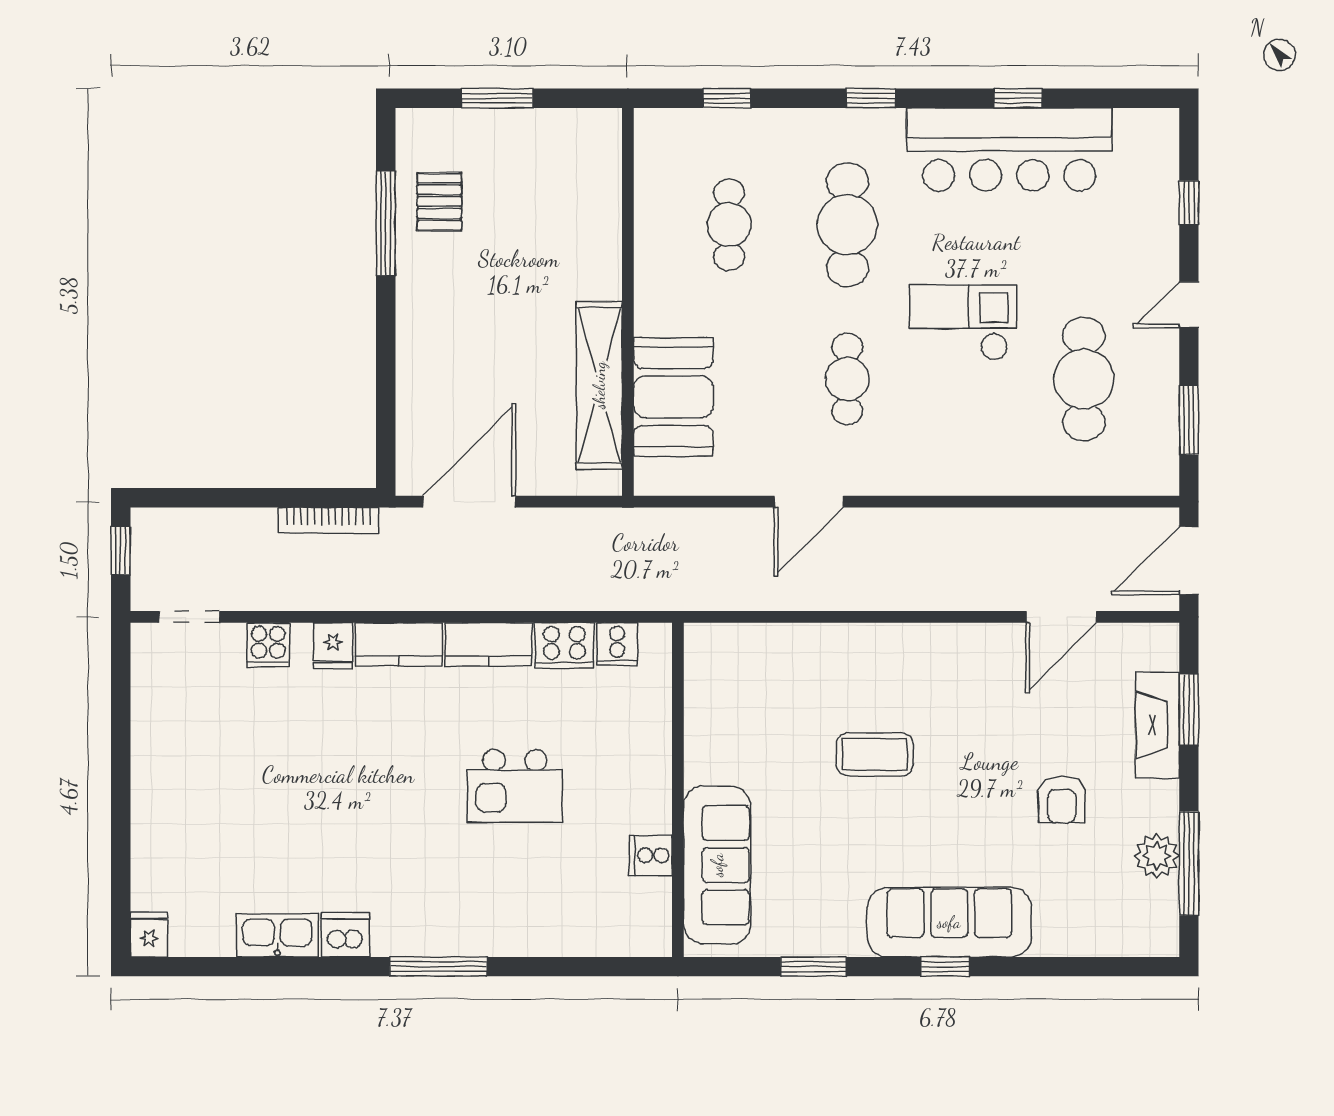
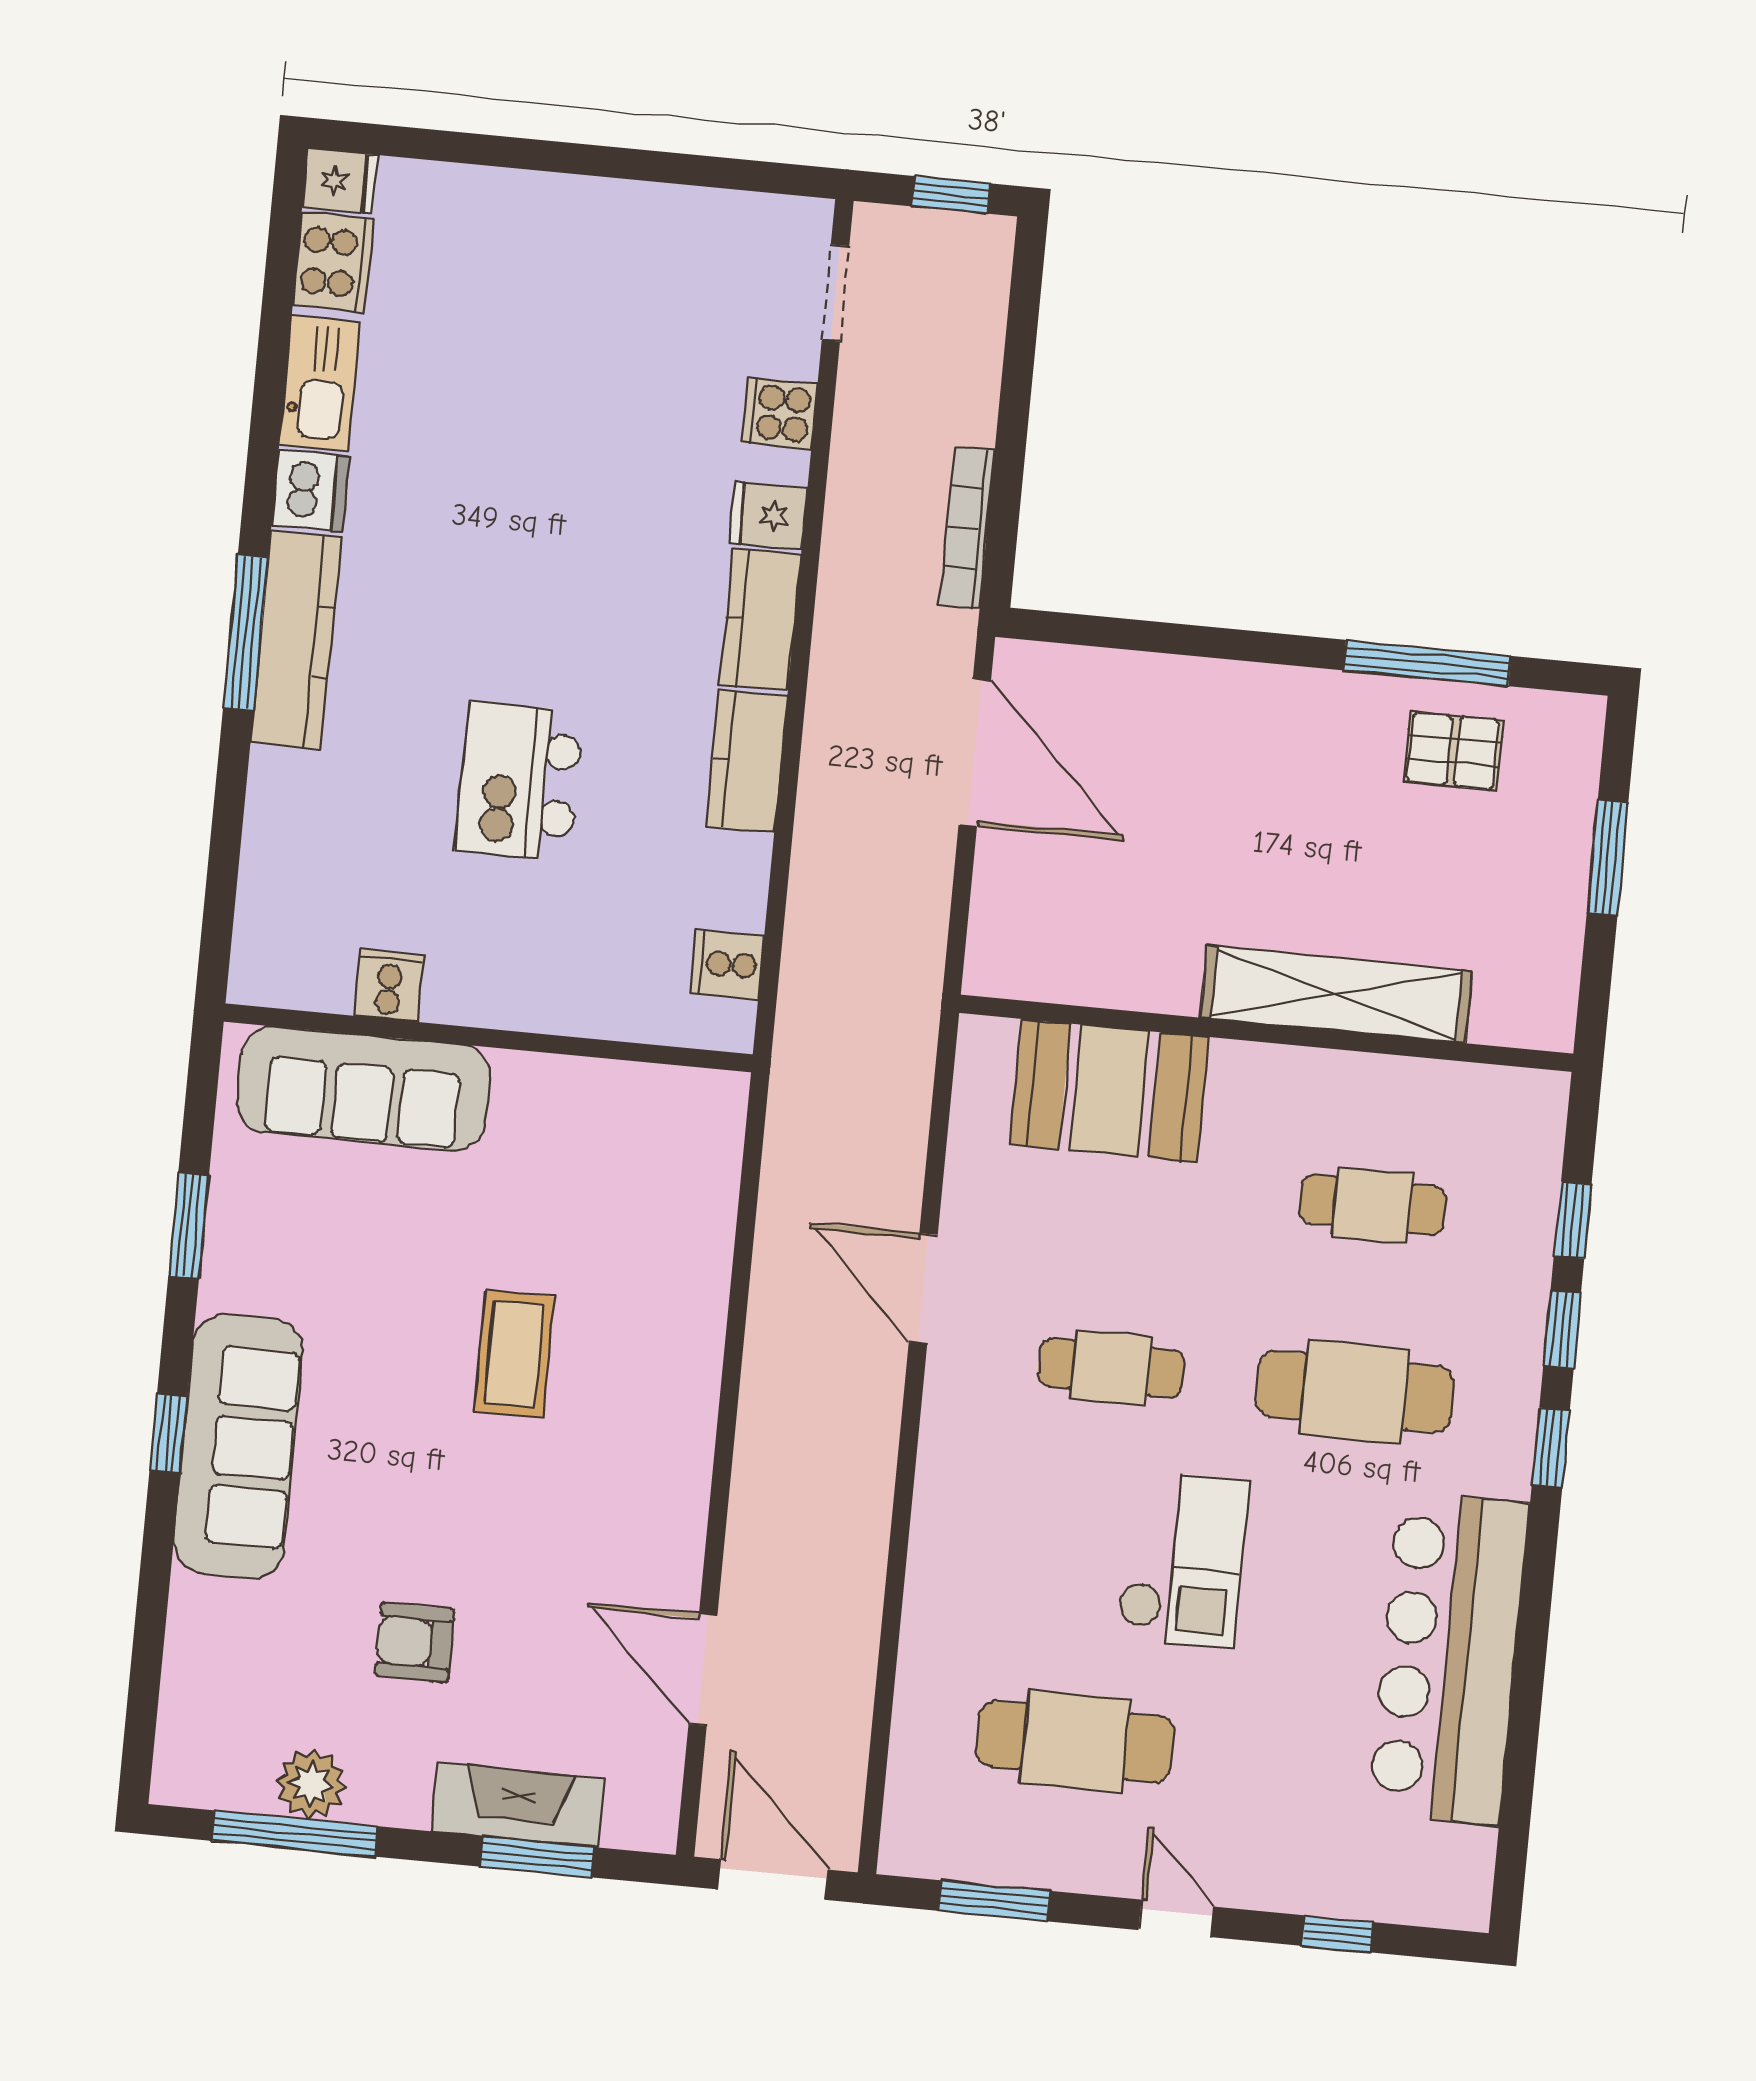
window: (1018, 98) -> (1562, 1329), moved
shelving: (599, 385) -> (1336, 994), moved
cooker: (564, 645) -> (333, 262), moved, turned 180
kitchen counter: (439, 935) -> (296, 640), added

